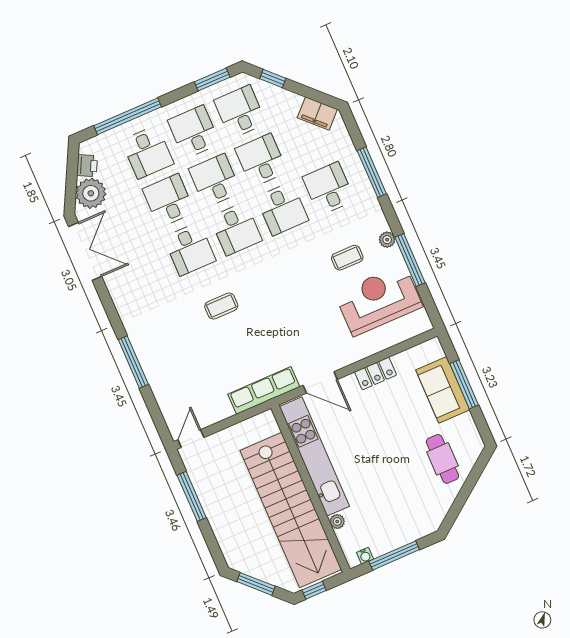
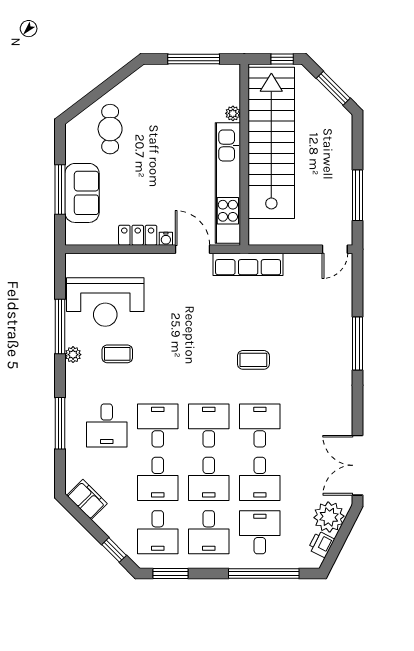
water cooler: (365, 556) -> (166, 239), moved, turned 180

